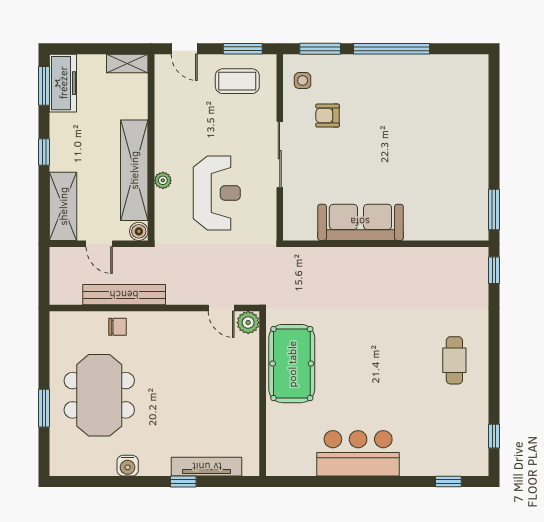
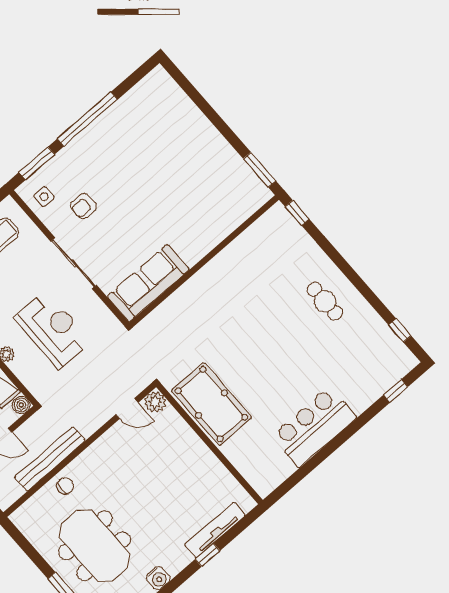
sofa: (360, 222) -> (148, 283), moved

